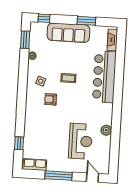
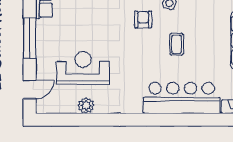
plant: (106, 130) -> (86, 105), moved
reception desk: (80, 141) -> (83, 68), turned 180

